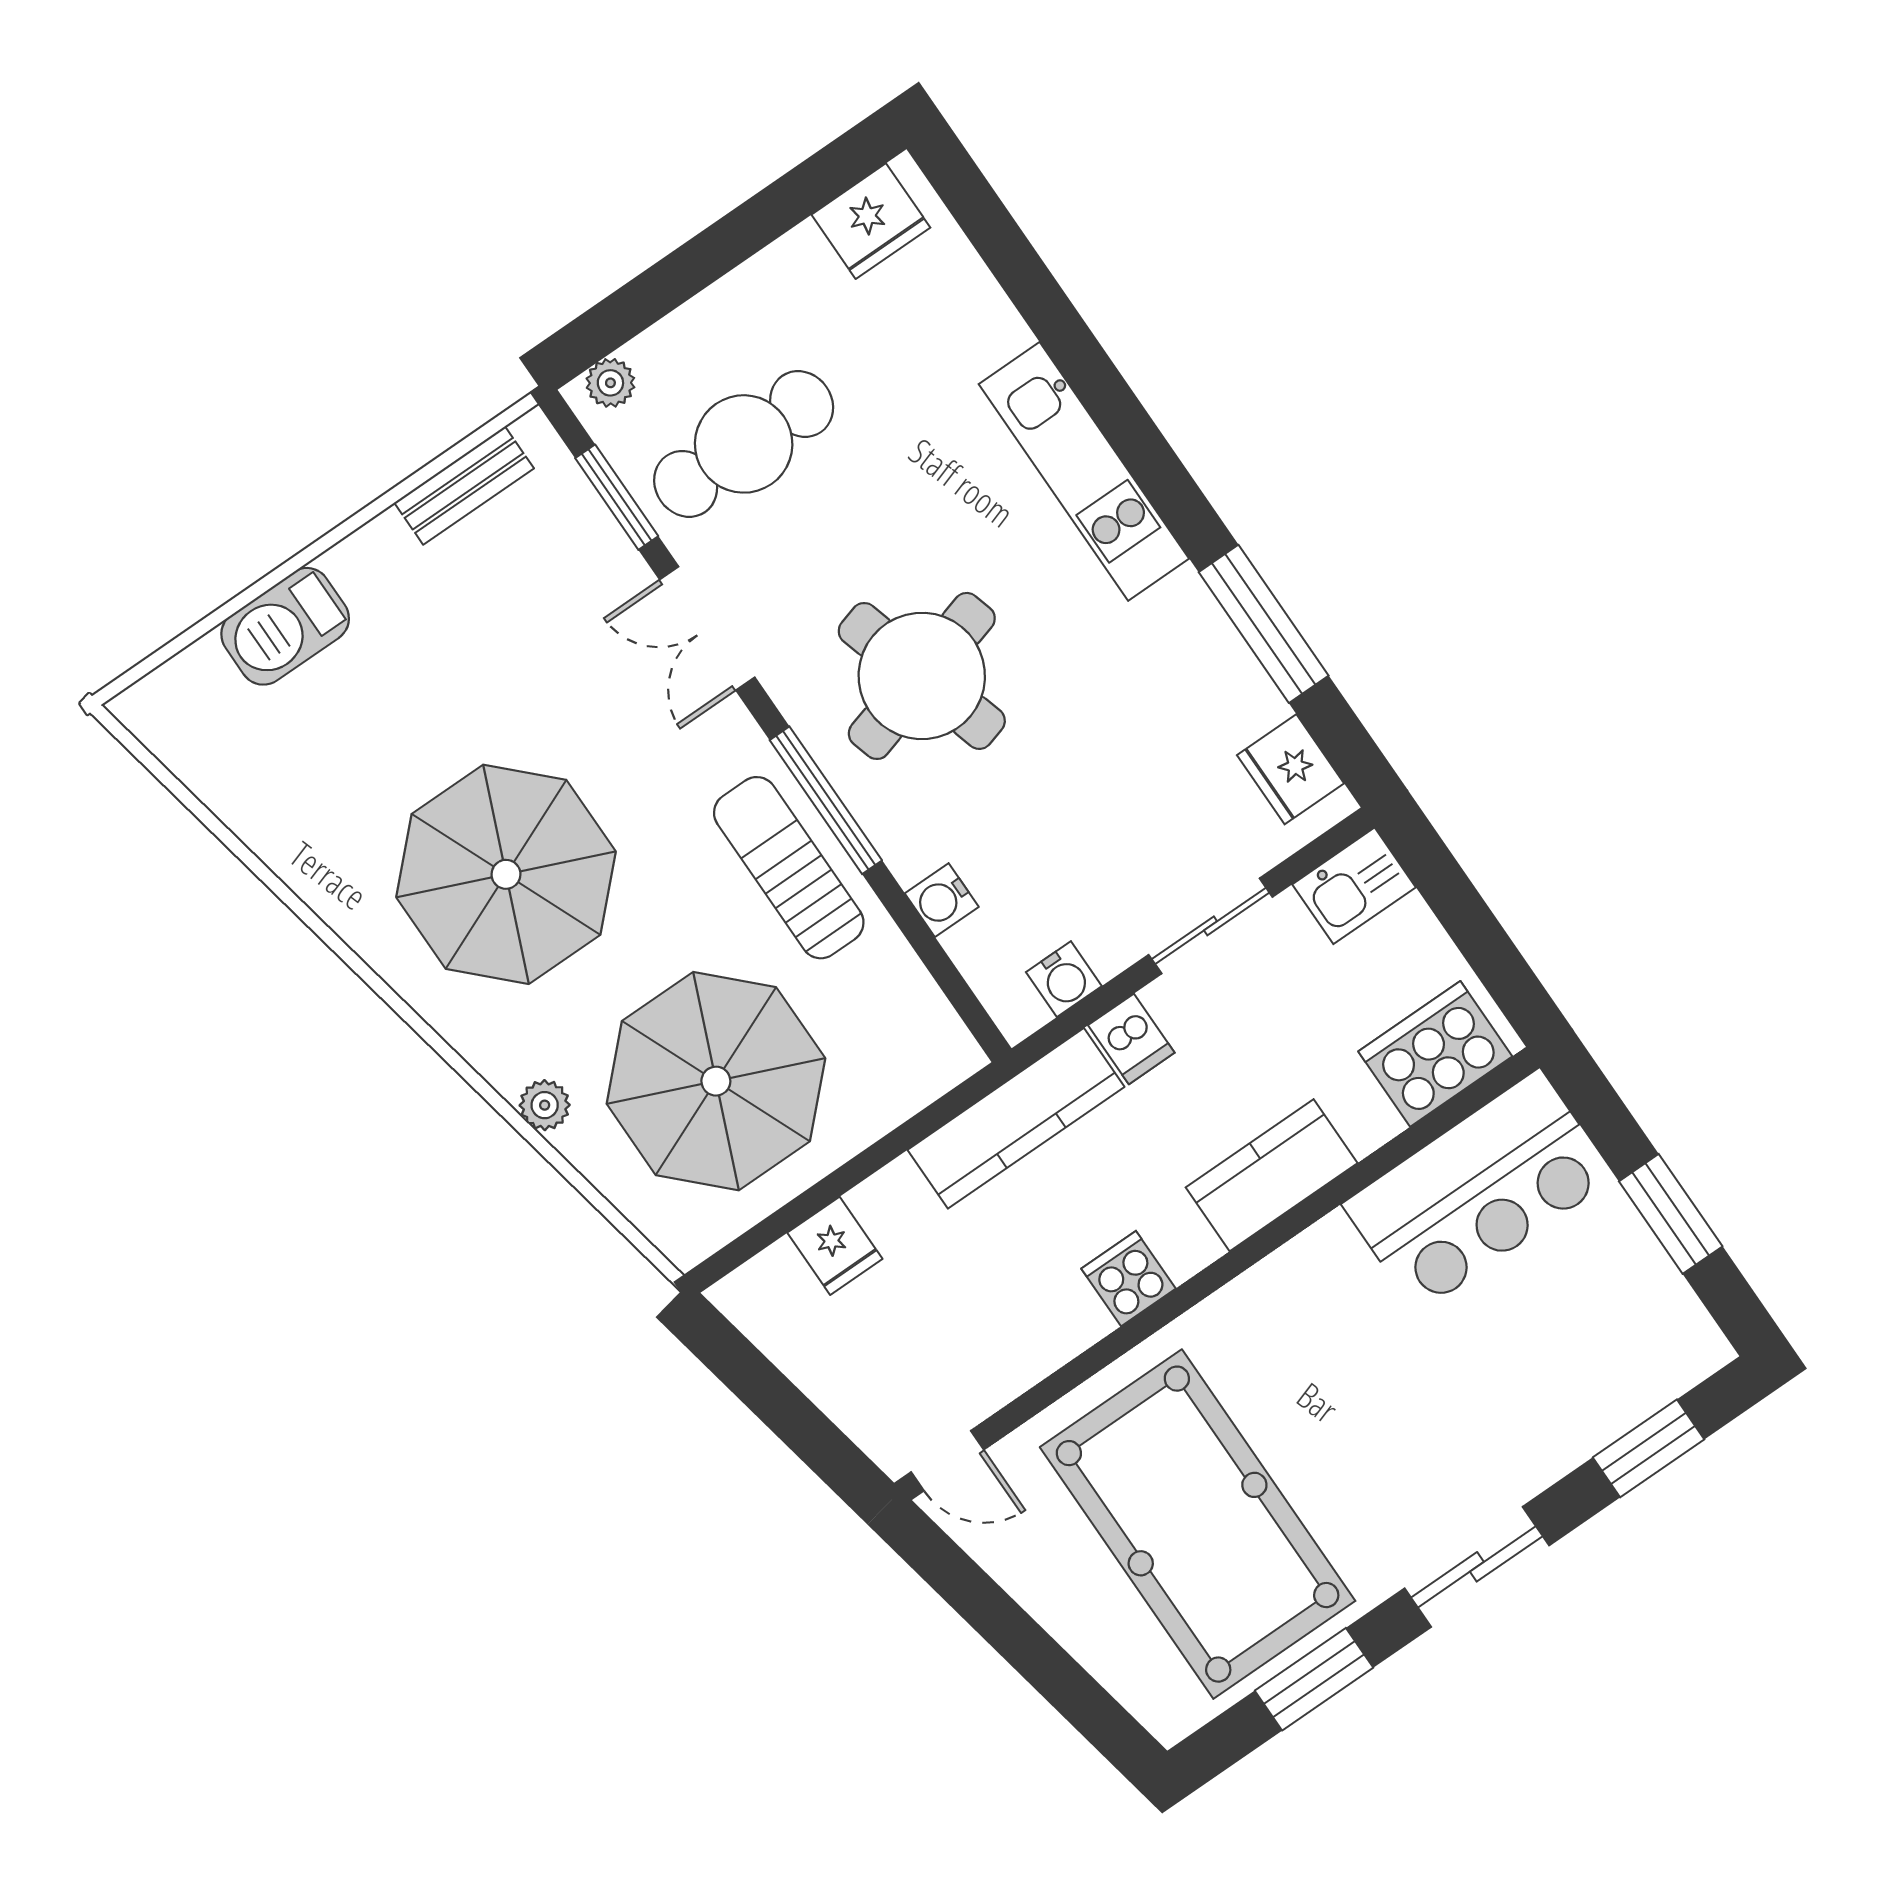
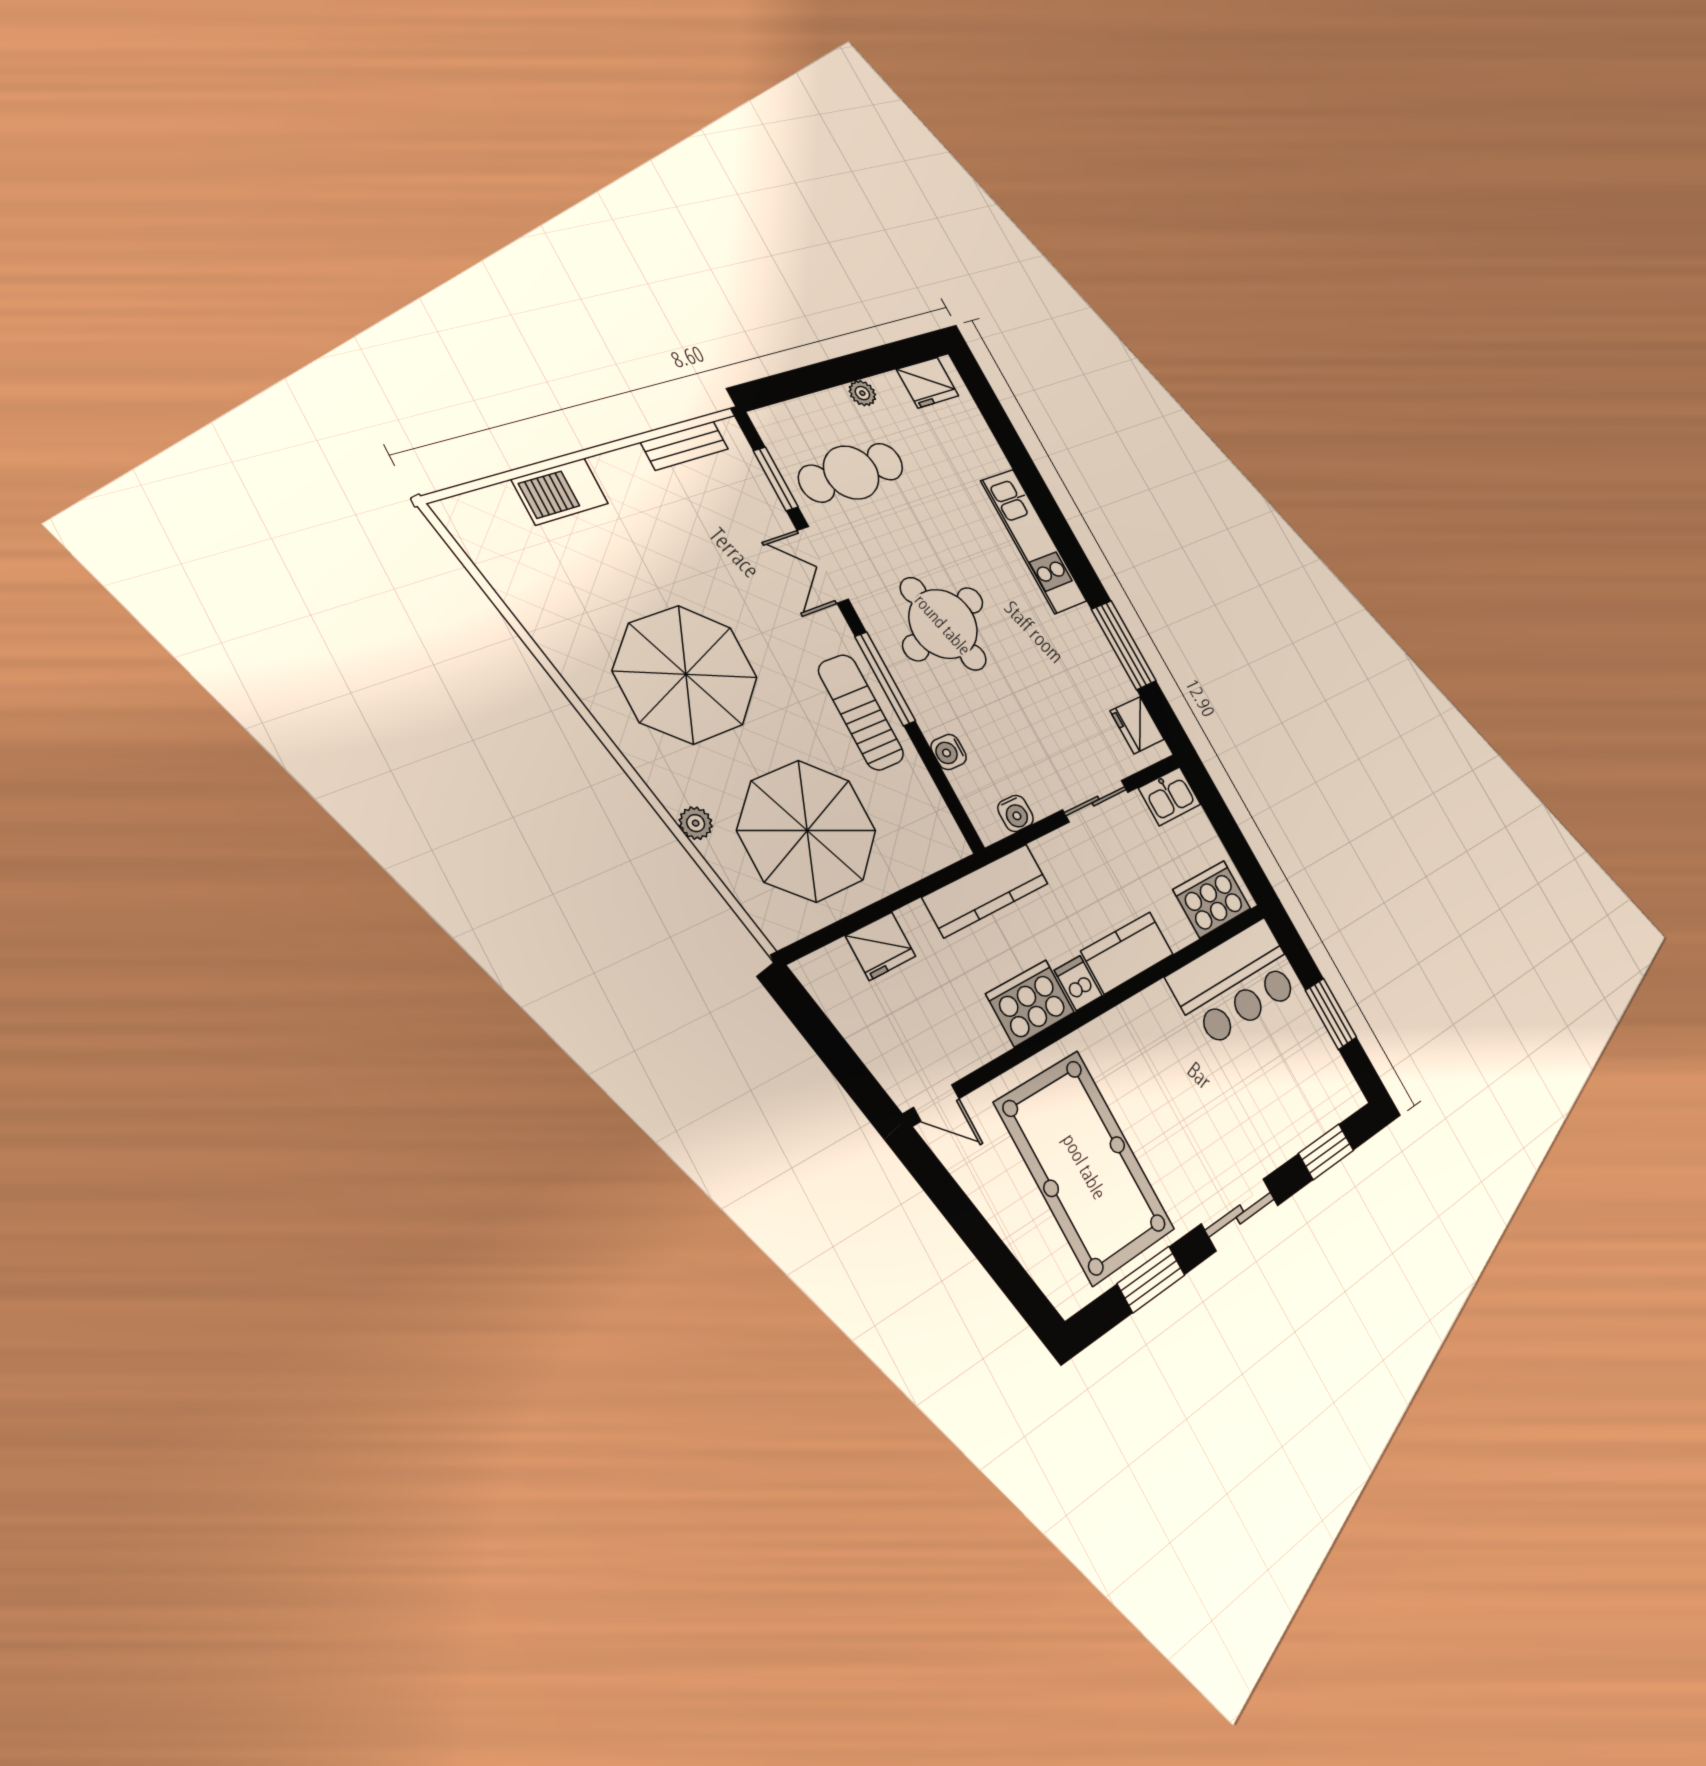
plant: (610, 383) -> (862, 393), moved
dishwasher: (1131, 1039) -> (1078, 983), moved, turned 180
fridge: (835, 1246) -> (881, 946), width x1.38
cooker: (1128, 1279) -> (1030, 1003), width x1.87, depth x1.31

